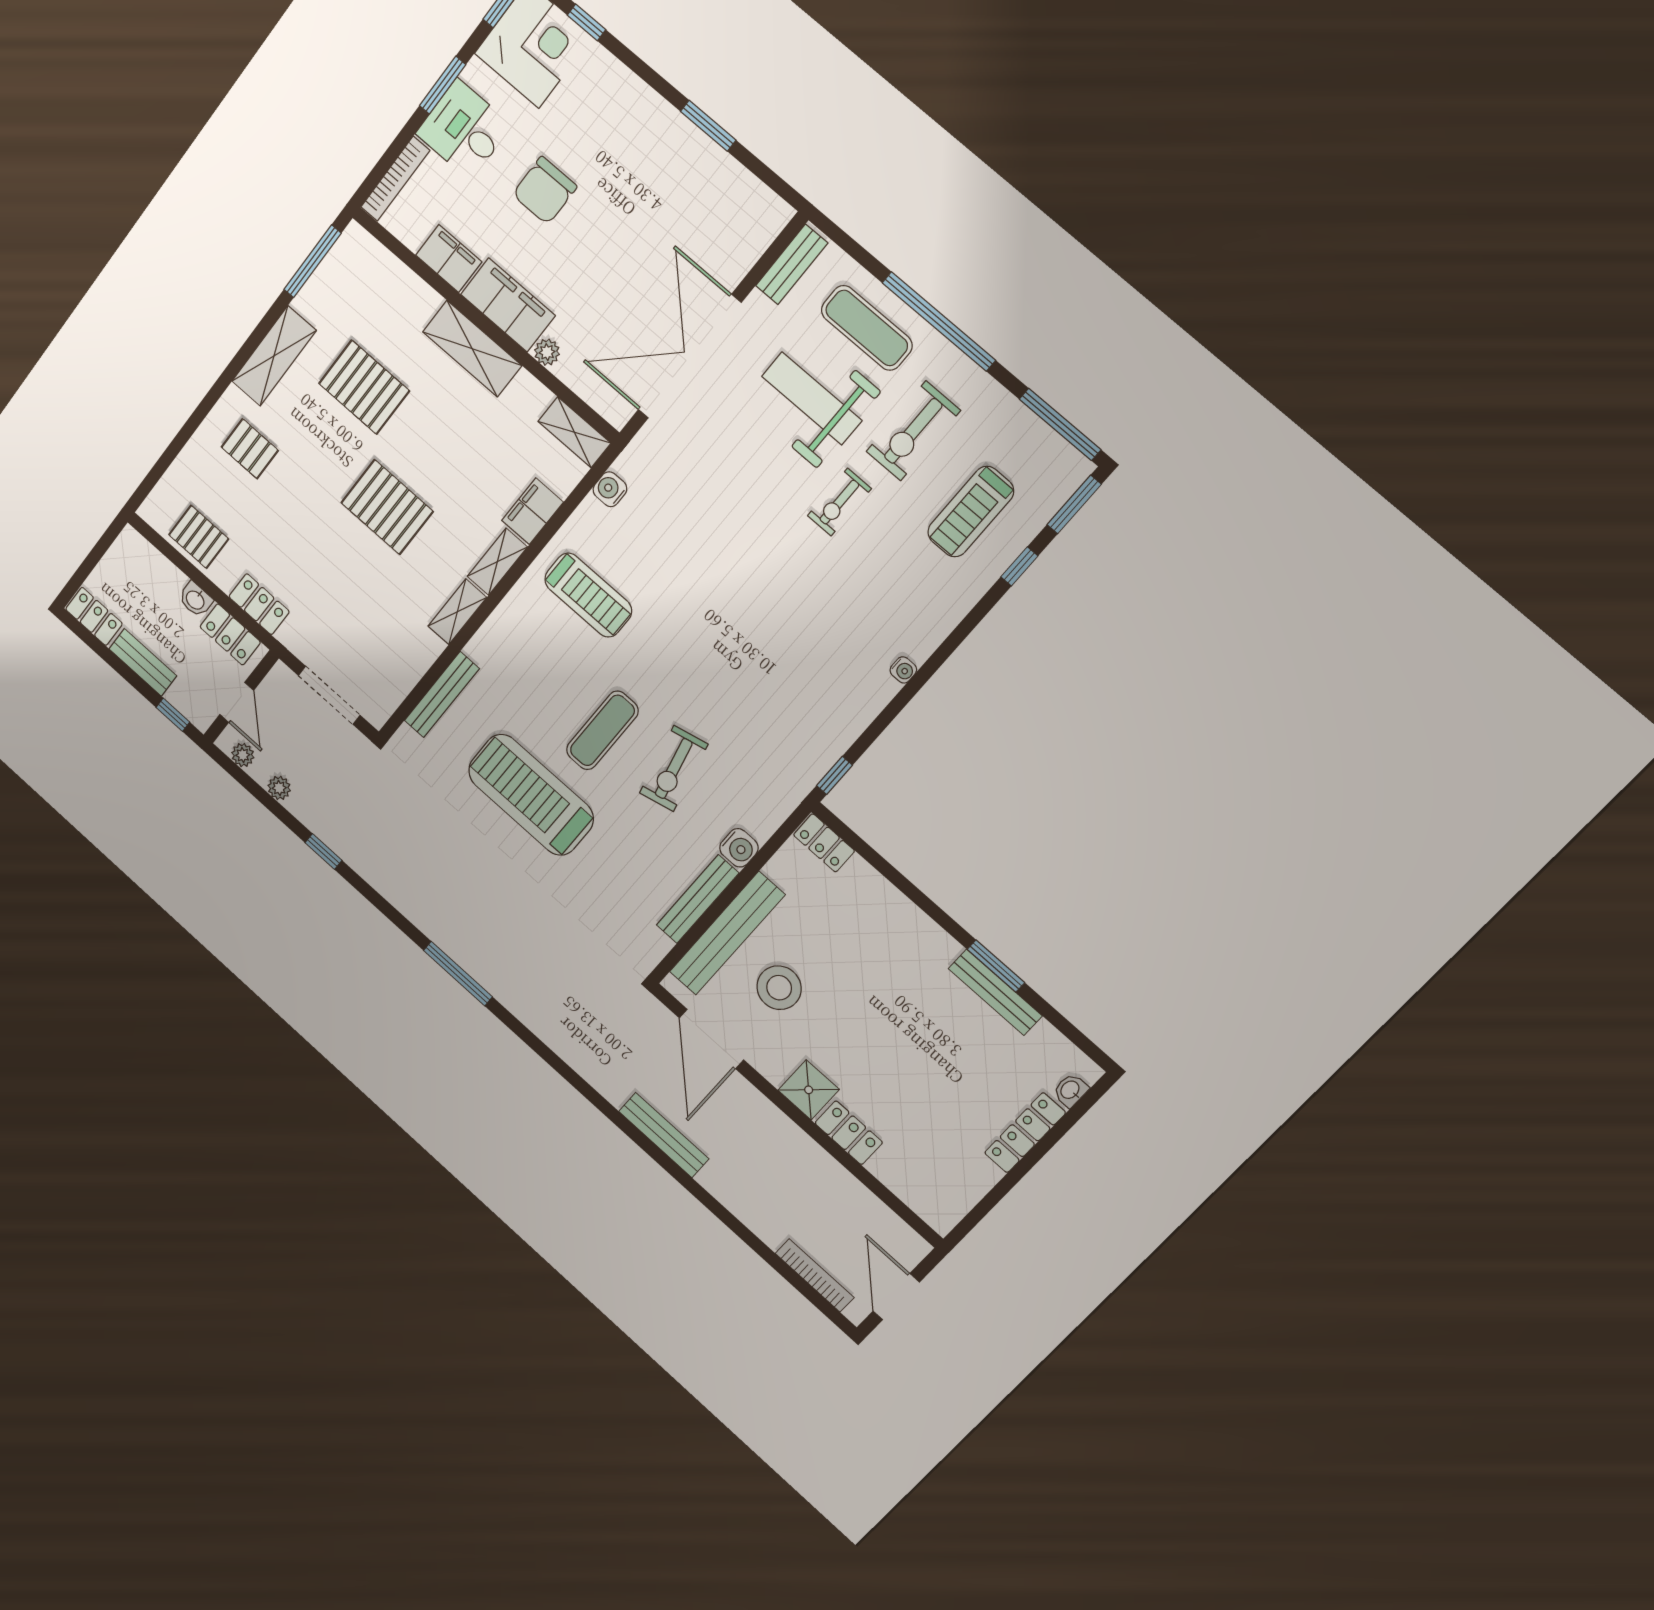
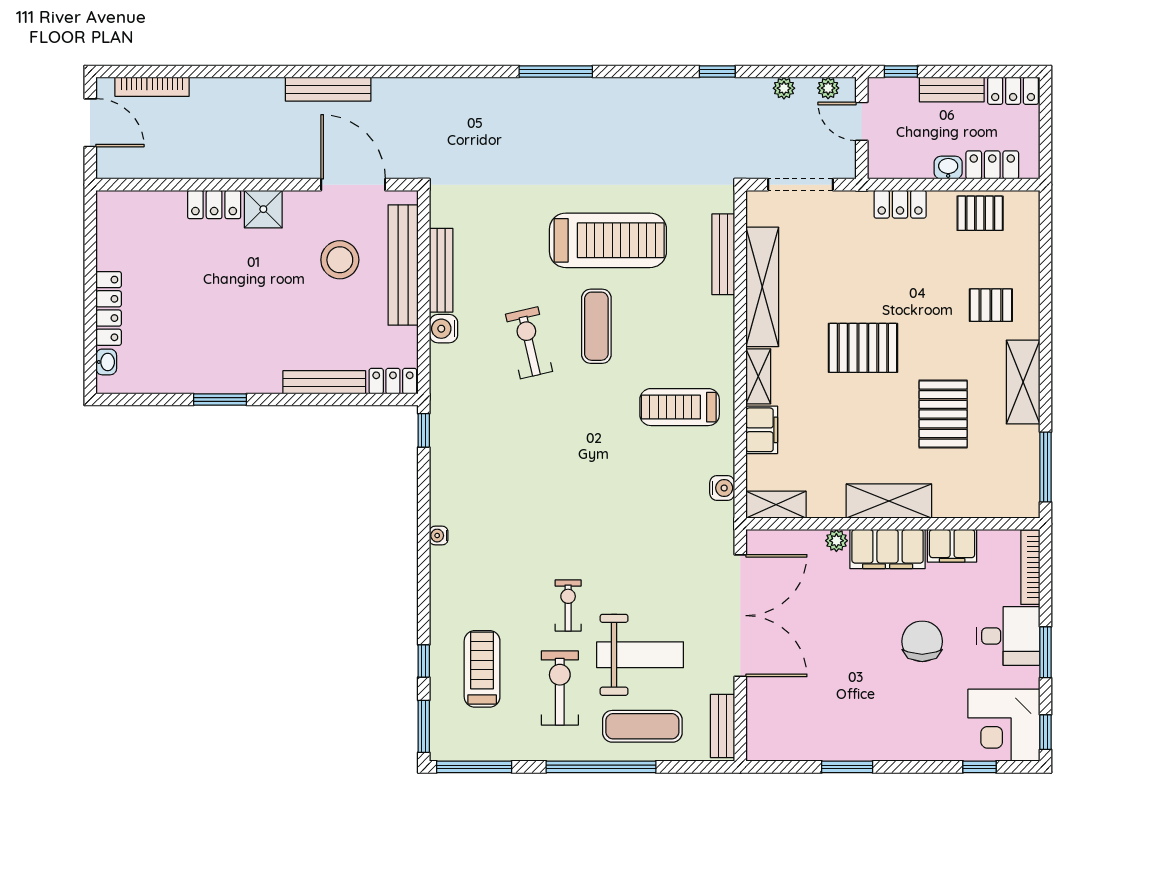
pallet: (364, 387) -> (943, 414), turned 90
shelving: (457, 612) -> (762, 287), width x2.20, depth x1.33
locker: (230, 634) -> (992, 165), moved
bench: (995, 992) -> (324, 382), moved

